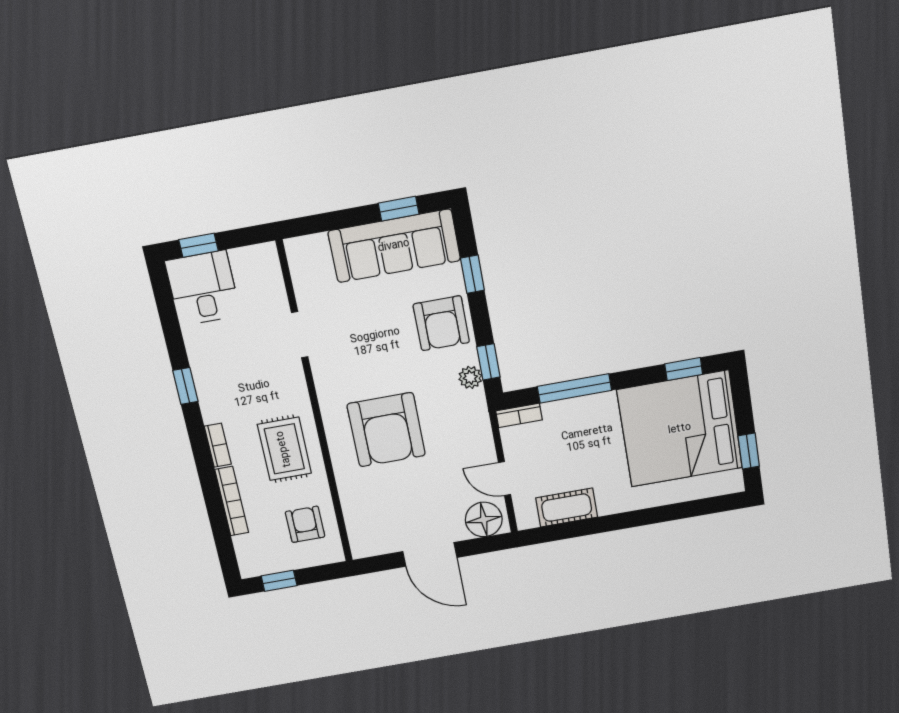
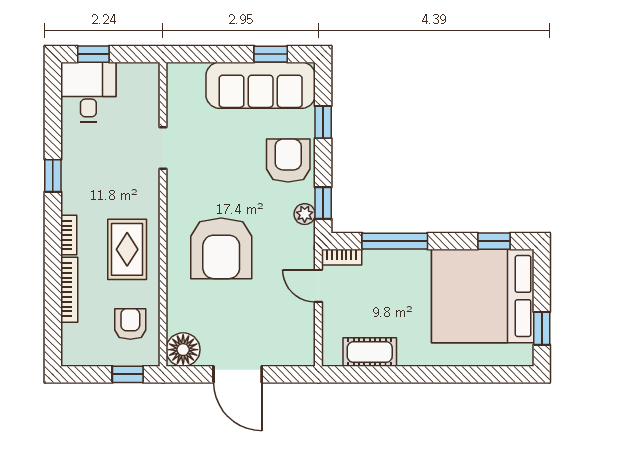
armchair: (441, 323) -> (288, 161), turned 180
door: (504, 479) -> (318, 286), moved
floor lamp: (484, 520) -> (183, 350), moved
window: (279, 581) -> (128, 374), moved

